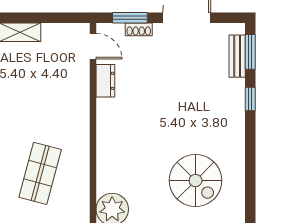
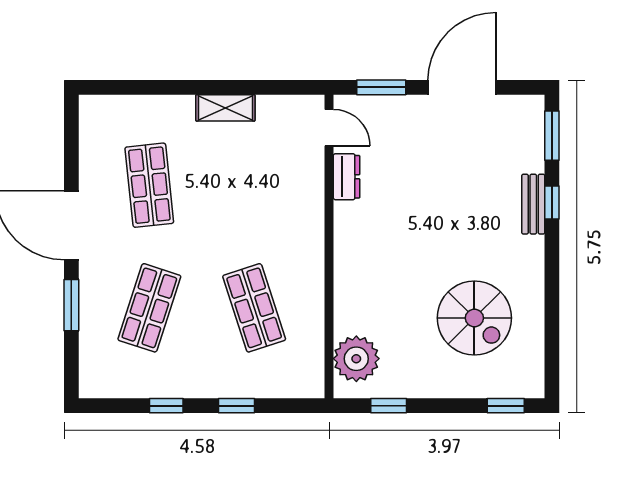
shoe rack: (139, 29) -> (394, 104), removed
bench: (237, 56) -> (533, 204), moved
shop shelf: (40, 173) -> (254, 308), turned -33

